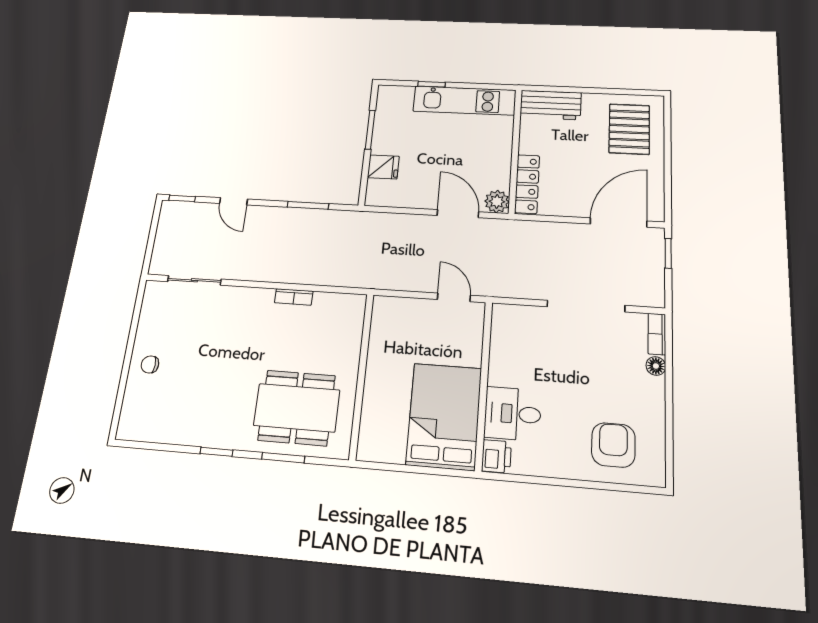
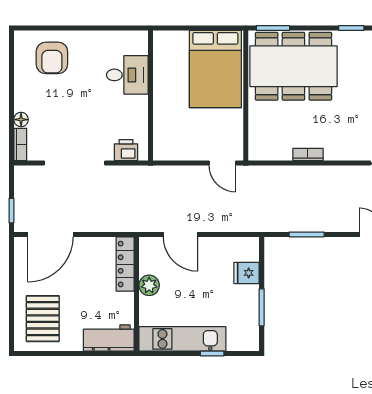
plant: (497, 201) -> (149, 285), moved
door: (454, 297) -> (222, 163), moved
dining table: (297, 408) -> (293, 66), width x1.36, depth x1.24
bed: (444, 416) -> (215, 69), moved
printer: (496, 456) -> (126, 150), moved, turned 90
window: (283, 458) -> (273, 28), moved

